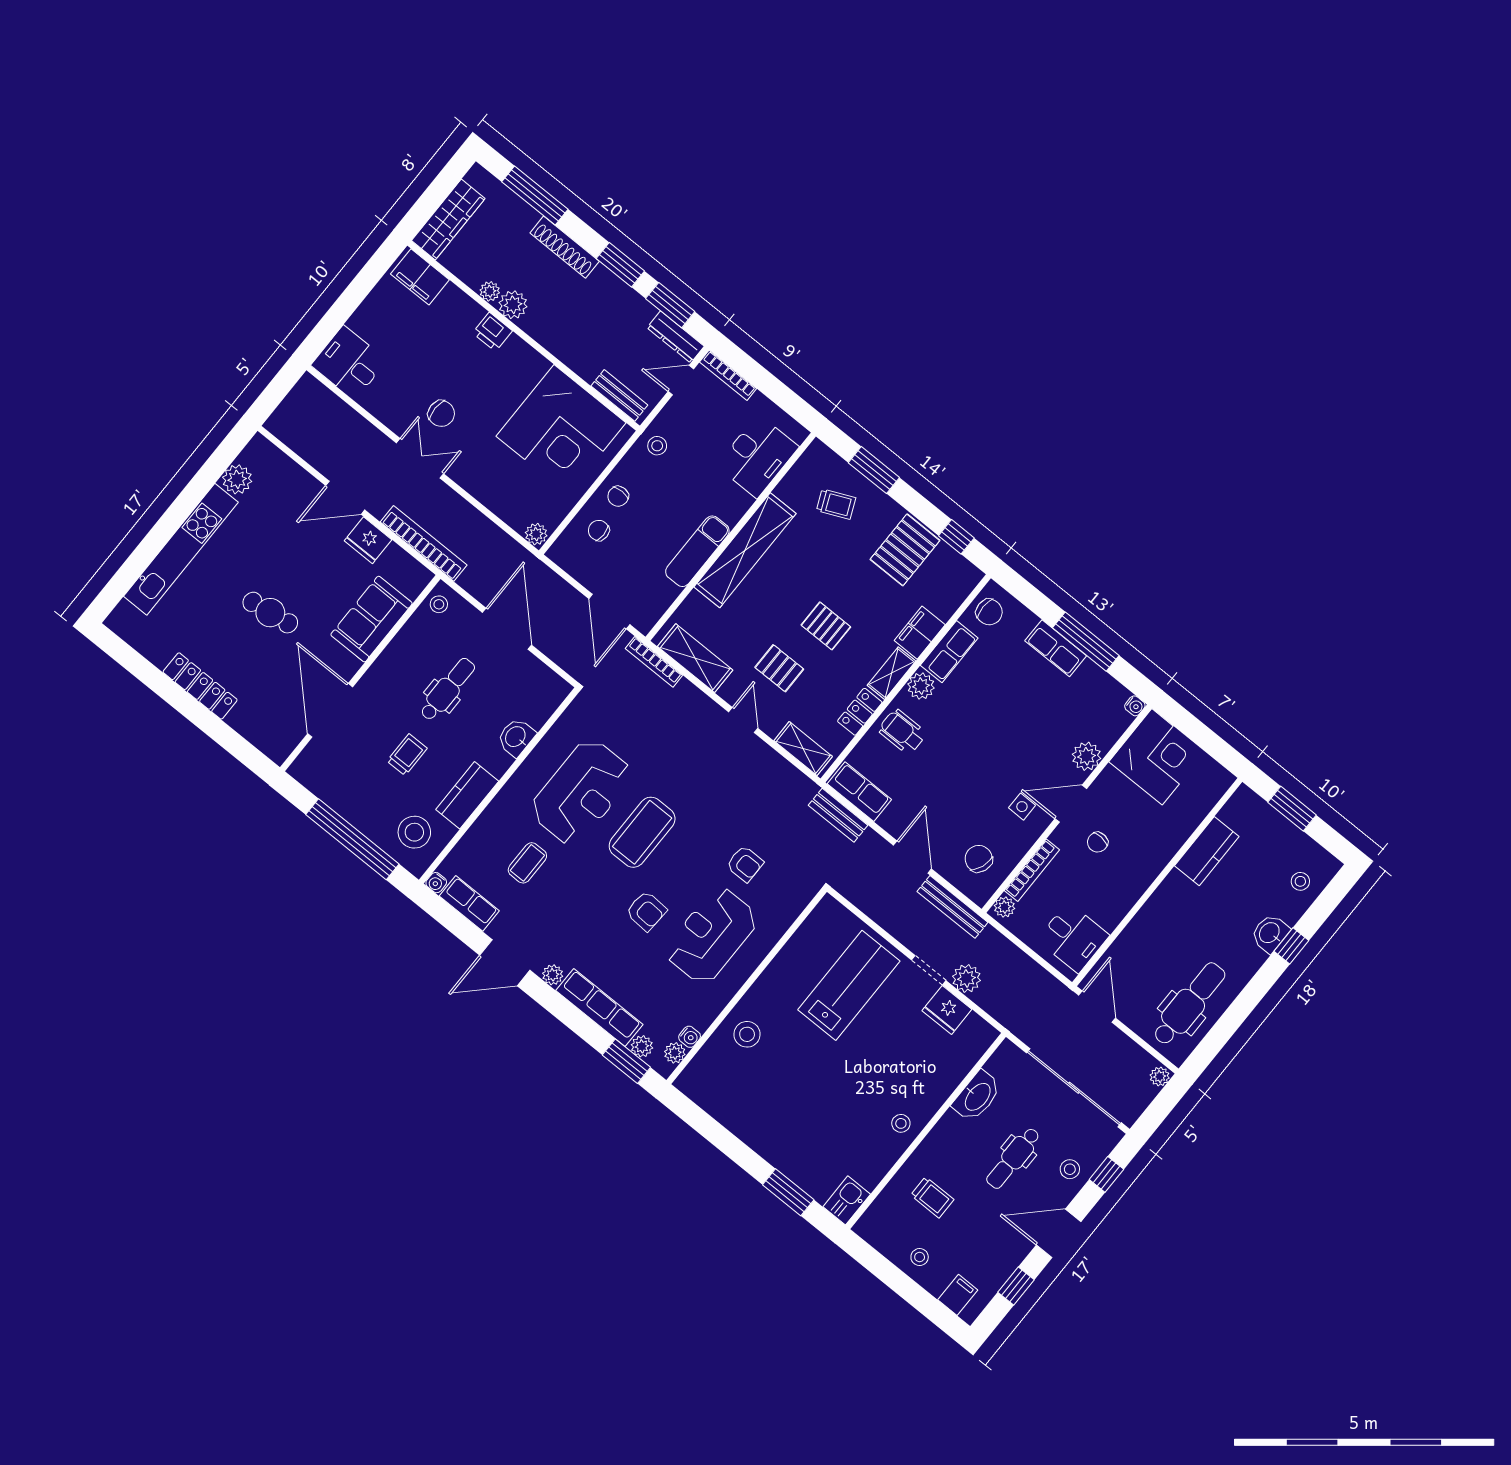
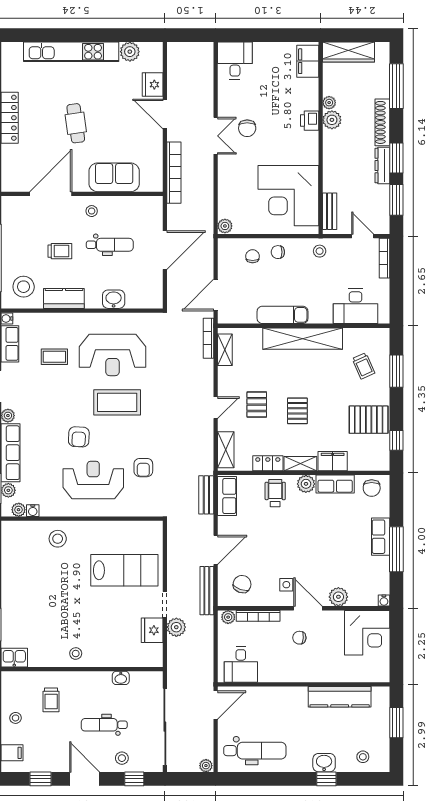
dresser: (676, 337) -> (382, 166), moved
fridge: (368, 540) -> (153, 85), moved
stool: (439, 604) -> (92, 211), moved
shelving: (695, 658) -> (225, 350), width x0.67, depth x0.75
kitchen counter: (1207, 851) -> (340, 697), width x1.50
washbasin: (977, 1096) -> (121, 678), width x0.52, depth x0.69

